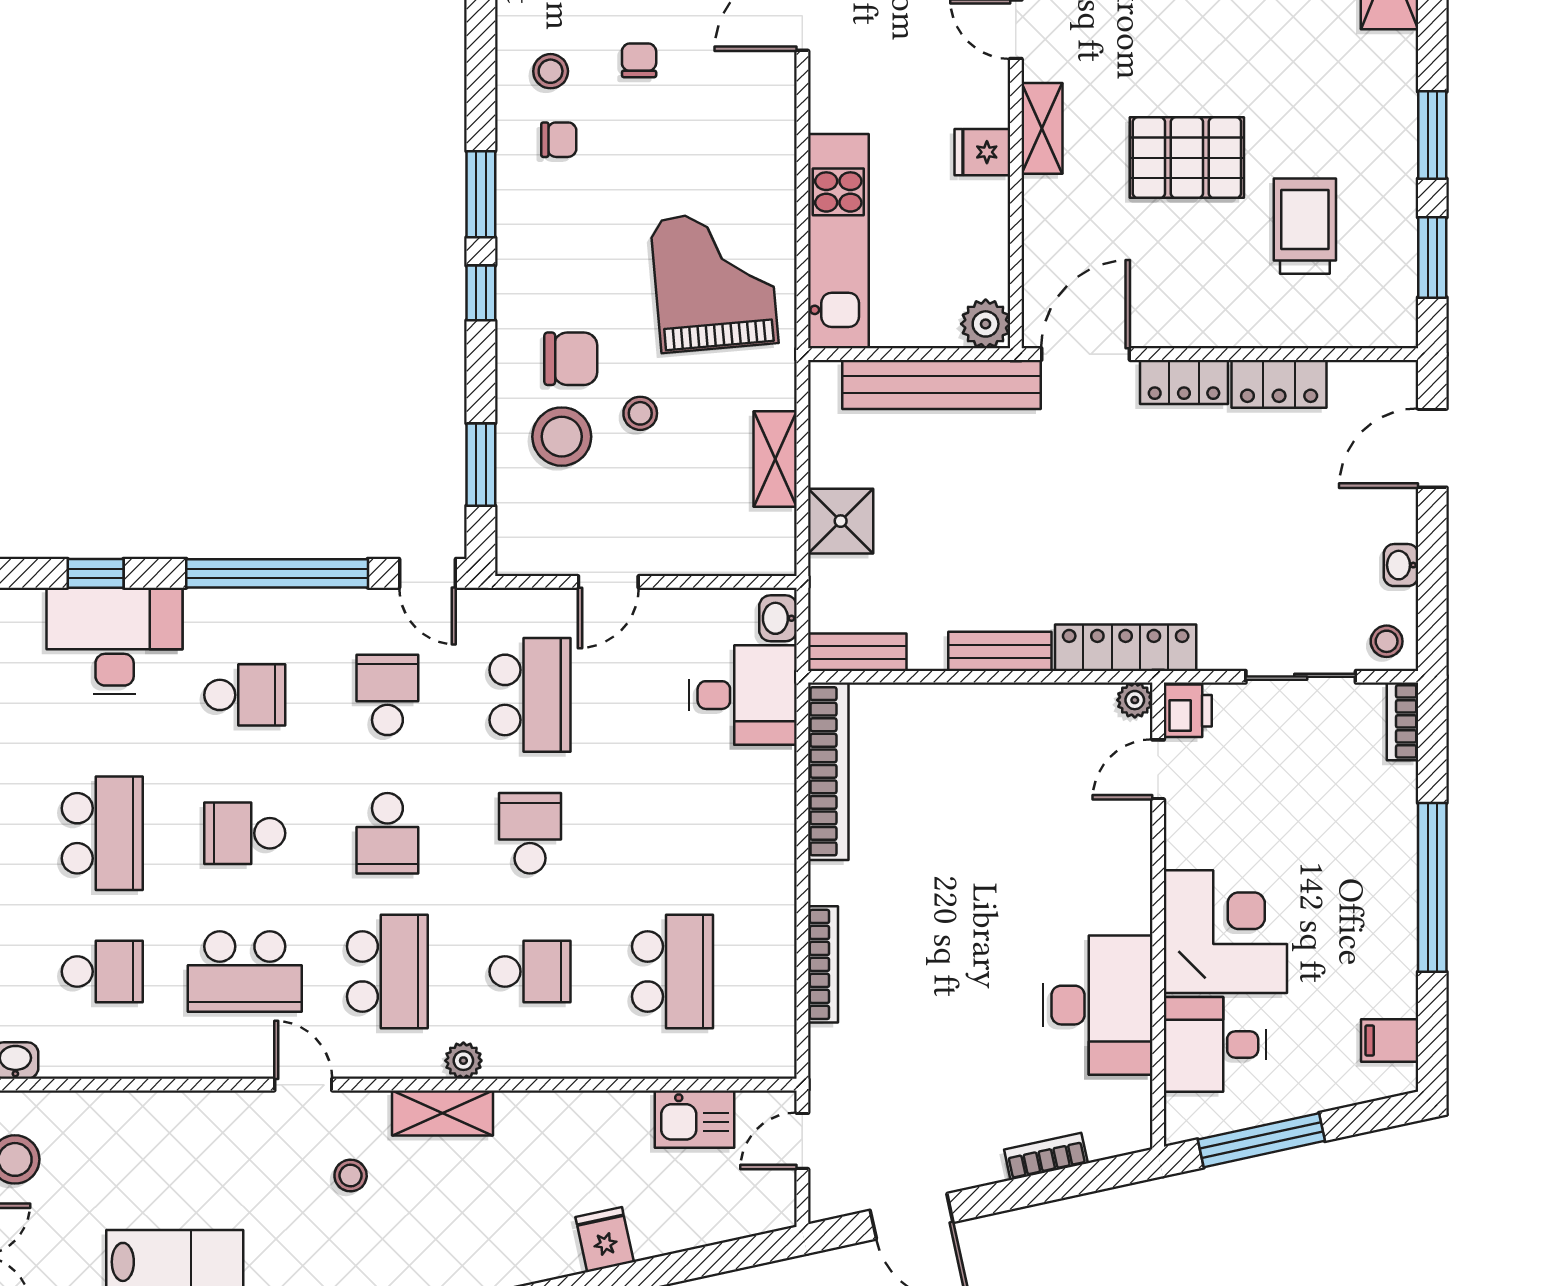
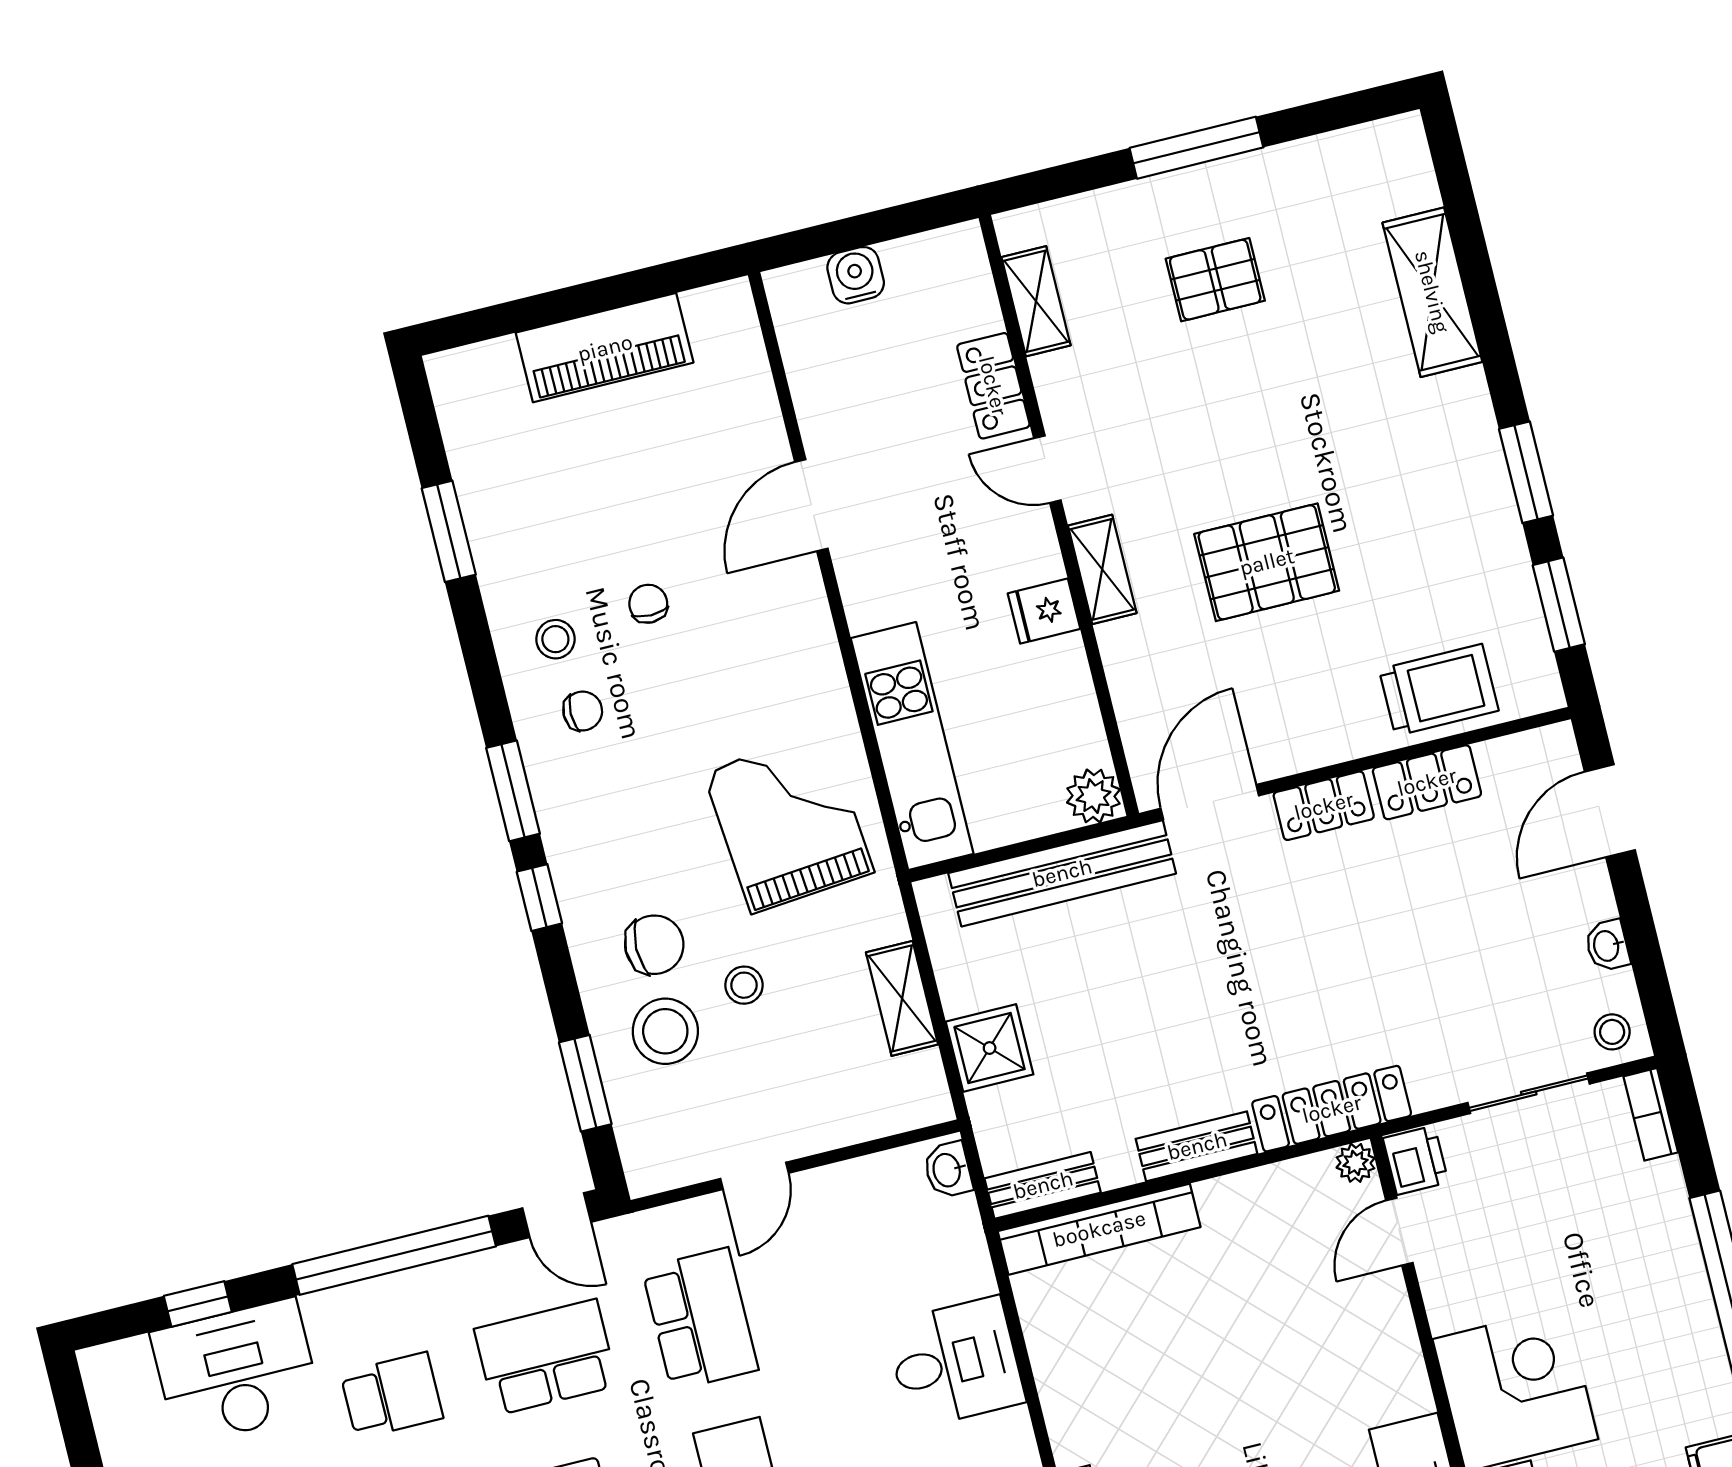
trolley: (1305, 226) -> (1439, 690), moved, turned 90
school desk: (387, 695) -> (546, 1357), width x1.85
desk: (743, 695) -> (955, 1363), moved
bookcase: (828, 771) -> (1099, 1229), moved, turned 90

